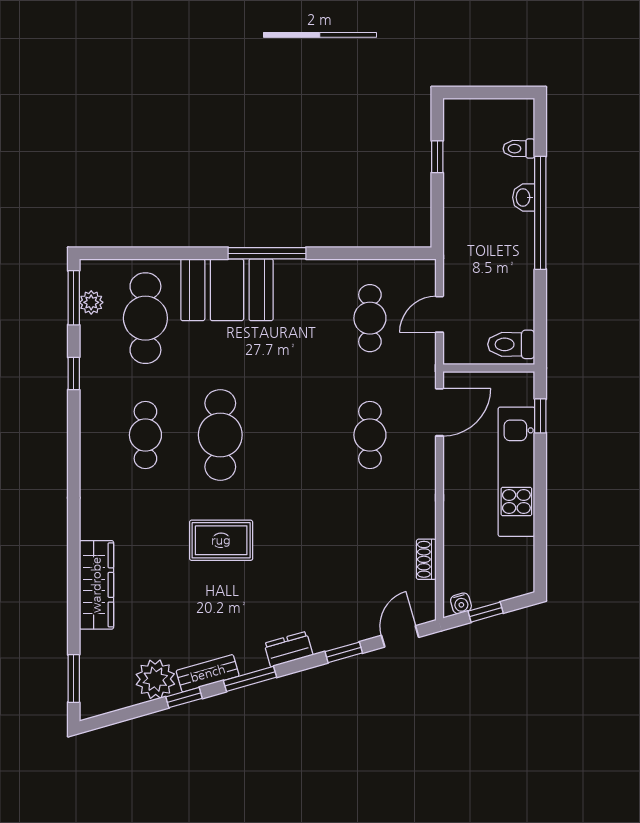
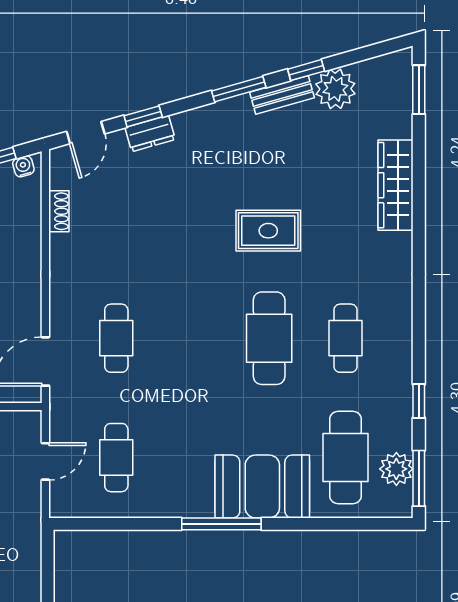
plant: (91, 302) -> (396, 469), width x1.38, depth x1.38
dresser: (289, 649) -> (150, 134), moved

